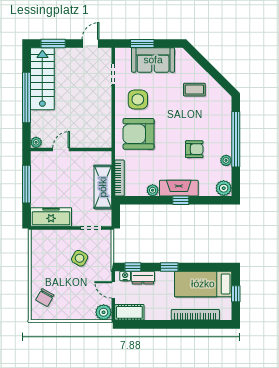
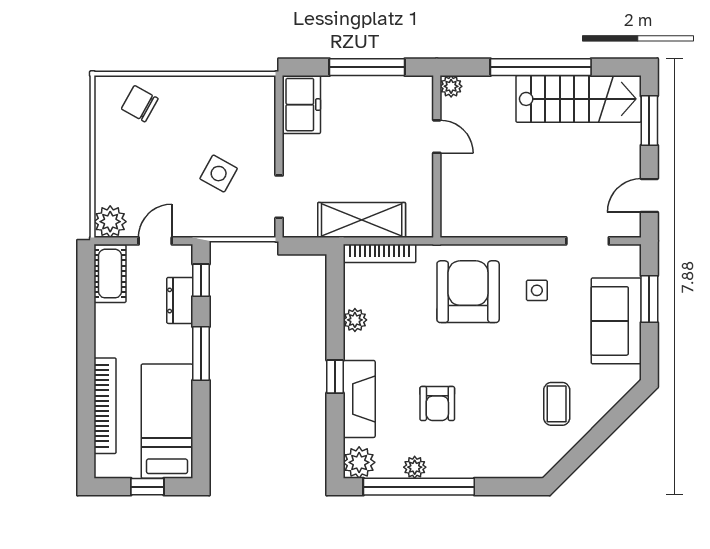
door: (91, 43) -> (649, 195), swing flipped
side table: (138, 100) -> (537, 290), width x0.54, depth x0.54
window: (236, 139) -> (419, 487), moved
fireplace: (179, 188) -> (359, 399), moved
freezer: (51, 217) -> (301, 105), width x0.71
window: (169, 267) -> (201, 353), width x1.50
nightstand: (125, 276) -> (183, 265), removed

